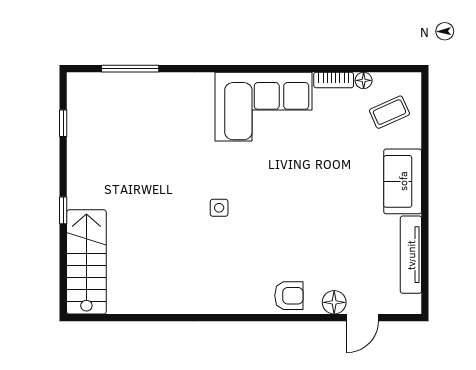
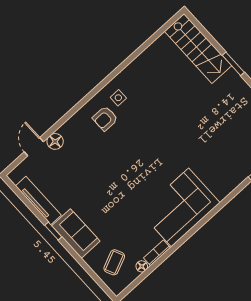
window: (425, 207) -> (53, 231), added
side table: (219, 208) -> (118, 98), moved
window: (63, 210) -> (233, 64), width x1.50
armchair: (289, 296) -> (105, 118), moved

